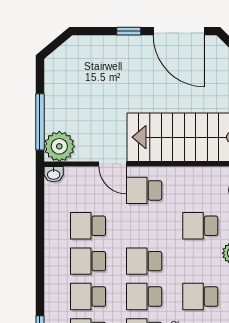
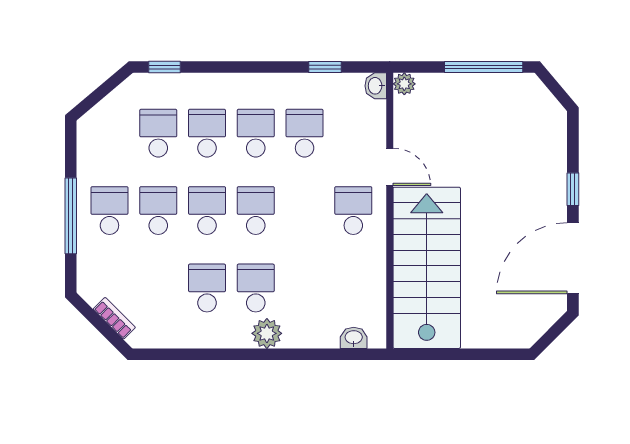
window: (40, 122) -> (484, 67), moved
plant: (59, 146) -> (404, 84), width x0.53, depth x0.53
door: (112, 164) -> (390, 167), swing flipped
window: (40, 211) -> (325, 67), added
school desk: (200, 226) -> (256, 288), moved

